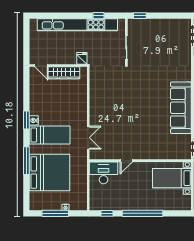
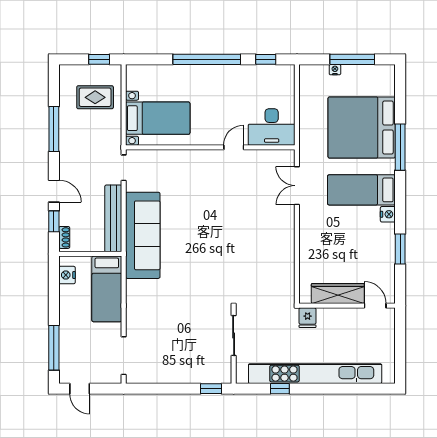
window: (26, 120) -> (400, 249), moved

